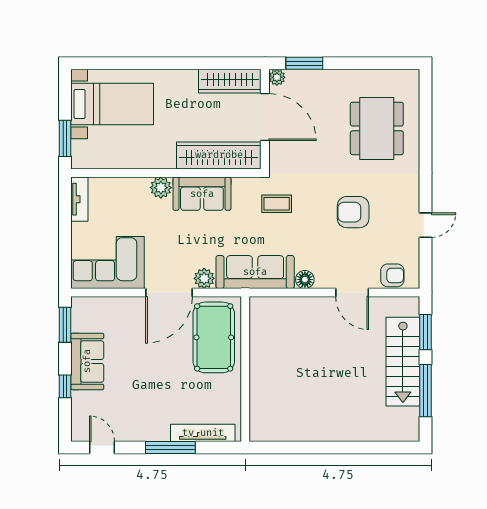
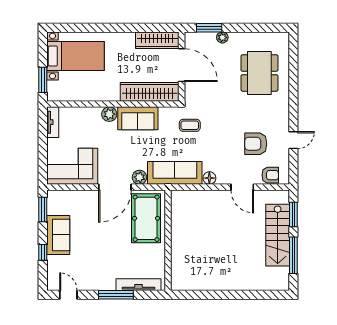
plant: (277, 77) -> (222, 37), moved
armchair: (353, 212) -> (256, 144), moved

